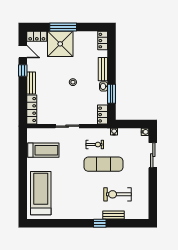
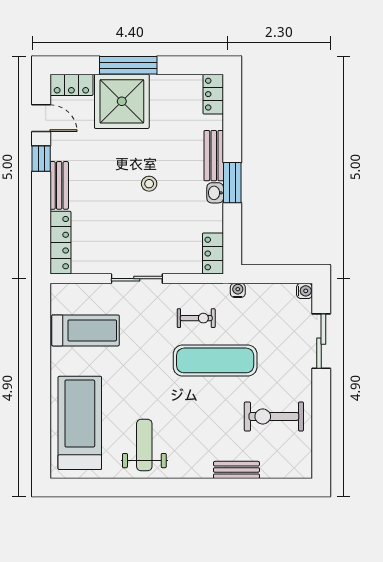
window: (112, 94) -> (232, 183), moved
exercise bike: (117, 194) -> (274, 416), moved
weight bench: (71, 203) -> (144, 445), added
window: (100, 223) -> (207, 488), removed

